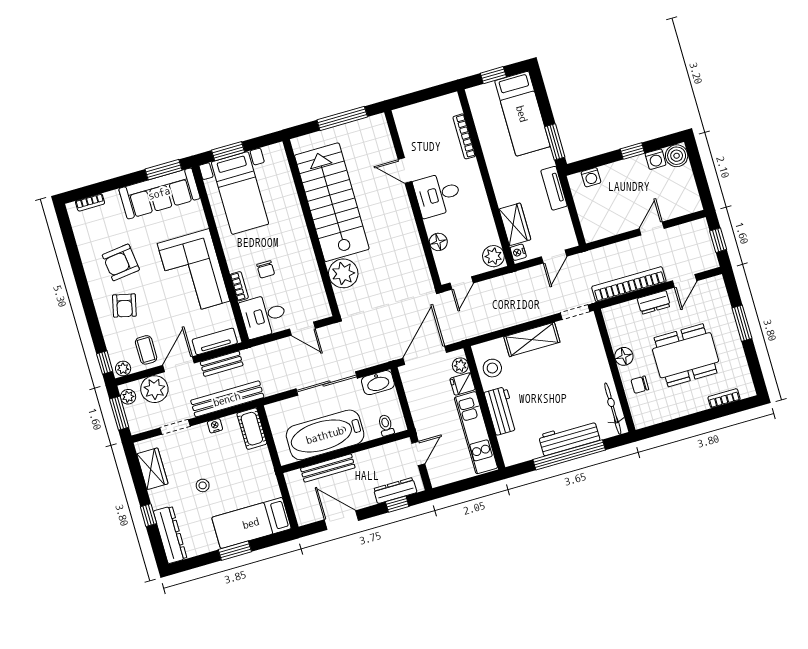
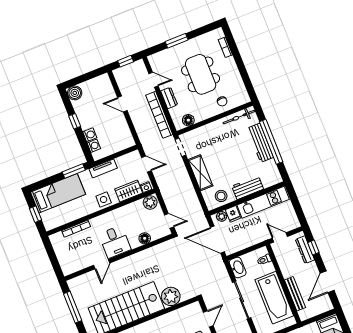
washing machine: (656, 159) -> (90, 135), moved
side table: (505, 184) -> (104, 200), added
floor lamp: (624, 356) -> (188, 120), moved

